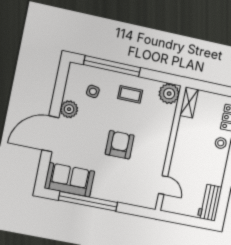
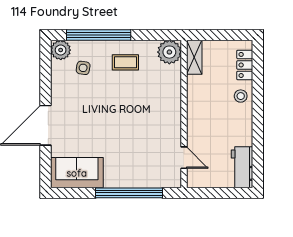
plant: (69, 109) -> (61, 50), moved
armchair: (120, 145) -> (125, 122), removed
window: (88, 201) -> (129, 193), moved

